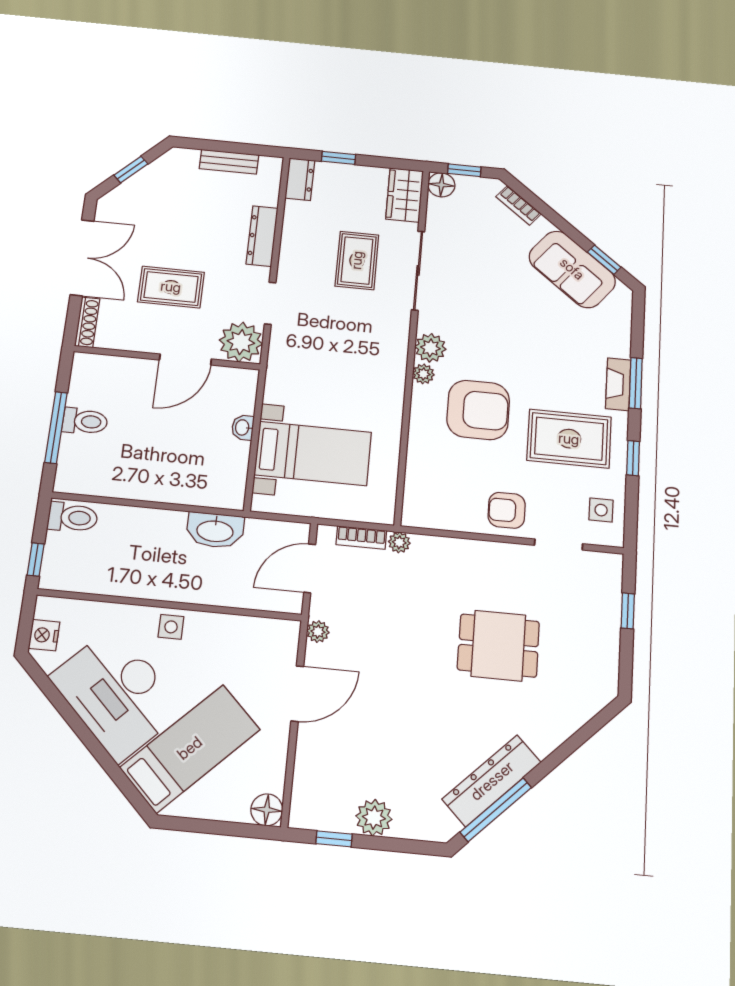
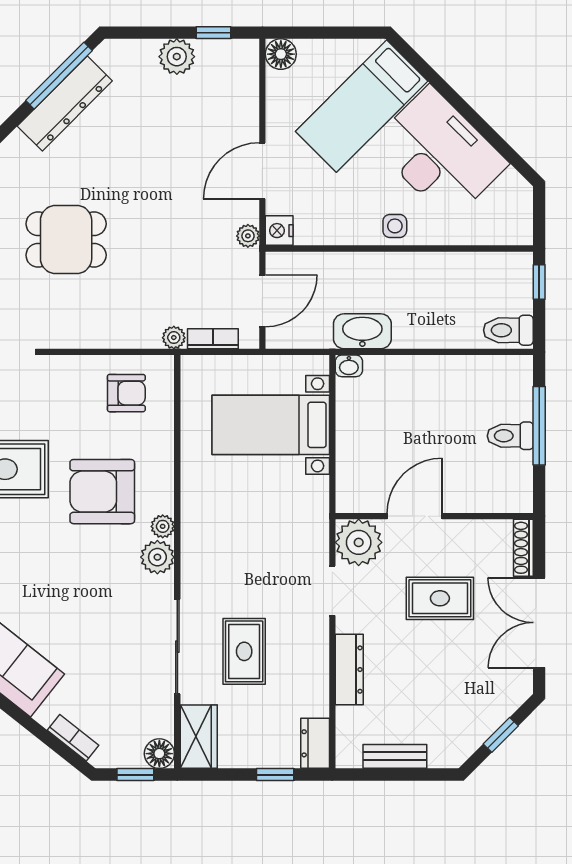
washbasin: (243, 428) -> (349, 366), moved, turned 90
armchair: (507, 510) -> (126, 393), moved
nightstand: (44, 635) -> (279, 231), moved, turned 180

